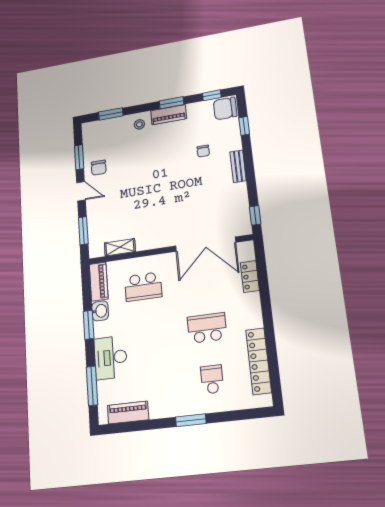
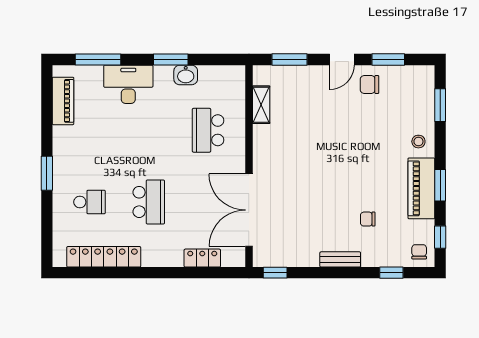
chair: (225, 108) -> (419, 252), width x0.54, depth x0.54
piano: (169, 115) -> (421, 188), width x1.37, depth x1.33
piano: (99, 282) -> (222, 75), removed

